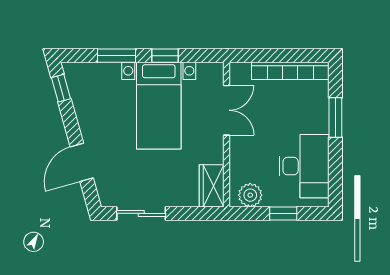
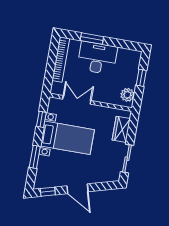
window: (165, 56) -> (41, 119), moved
door: (82, 162) -> (78, 189), moved
desk: (304, 166) -> (97, 58), moved
wardrobe: (212, 186) -> (121, 129), moved, turned 90

